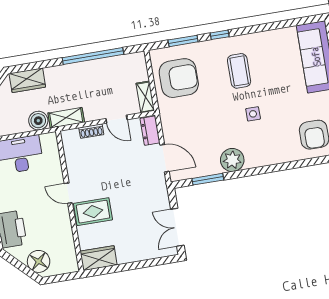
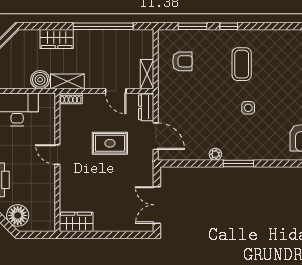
armchair: (179, 78) -> (182, 61), width x0.53, depth x0.53
wardrobe: (27, 80) -> (57, 39), moved
shoe rack: (91, 131) -> (71, 98), moved
plant: (232, 160) -> (215, 154), width x0.53, depth x0.53
window: (208, 179) -> (238, 163), moved
rug: (93, 212) -> (110, 143), moved

